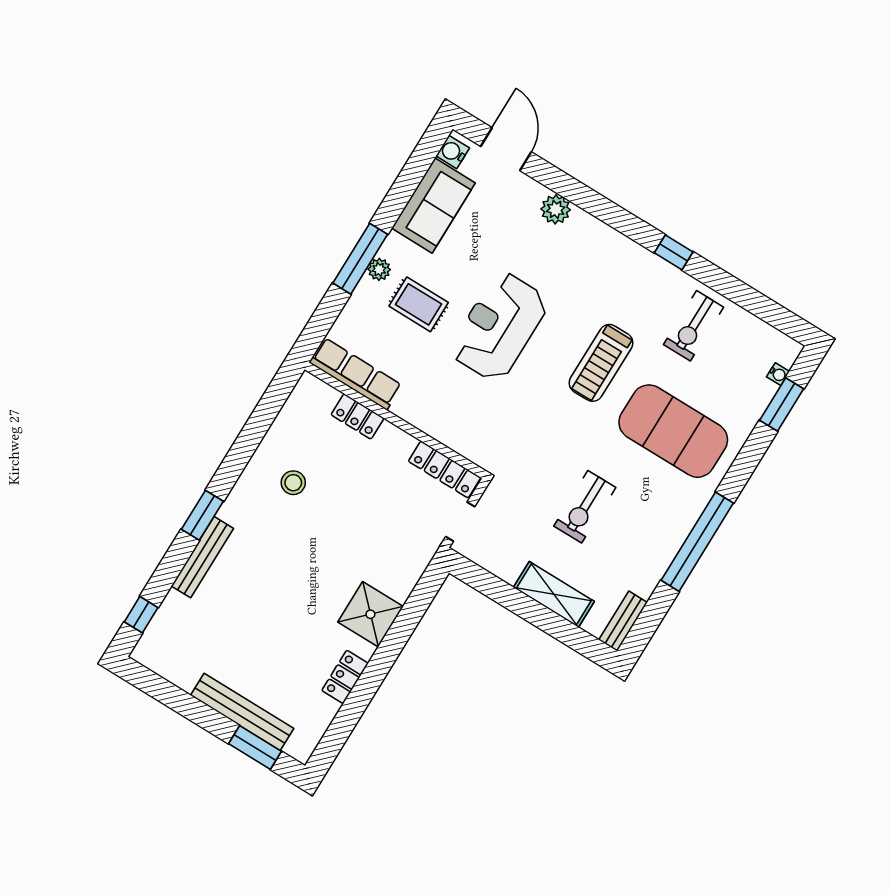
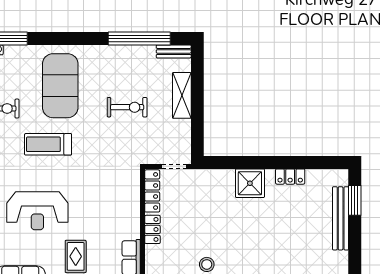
reception desk: (499, 327) -> (37, 211), moved
treadmill: (601, 363) -> (48, 144), turned 180
locker: (357, 416) -> (152, 229), moved
window: (697, 542) -> (139, 38), moved

